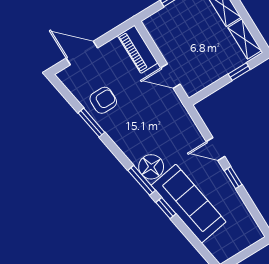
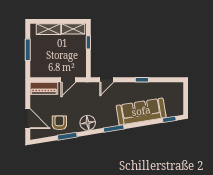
door: (82, 53) -> (28, 119), swing flipped
door: (215, 149) -> (107, 80), moved
floor lamp: (151, 167) -> (88, 123), moved
window: (166, 208) -> (169, 119), moved

